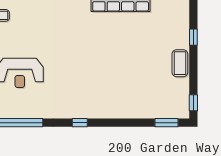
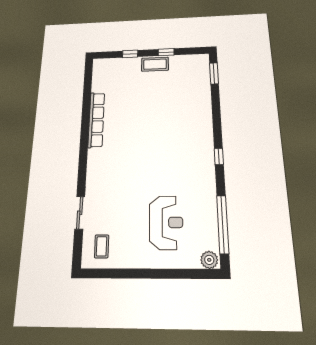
window: (193, 103) -> (166, 52), moved

